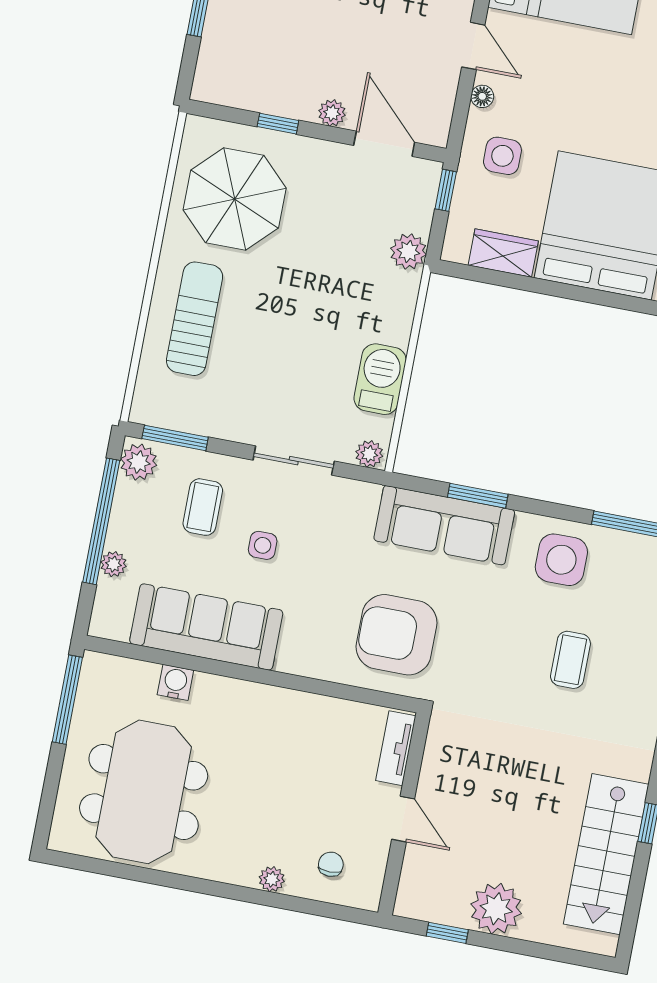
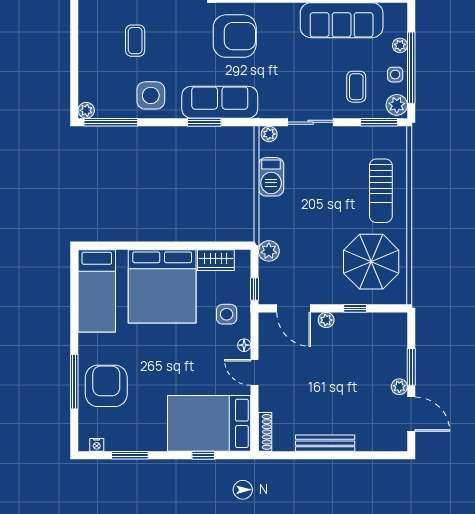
side table: (263, 545) -> (395, 75), moved

